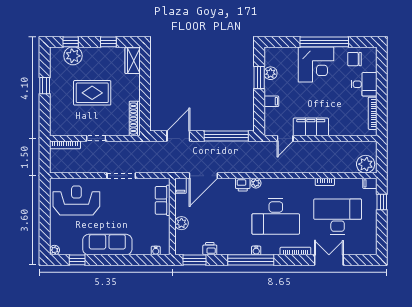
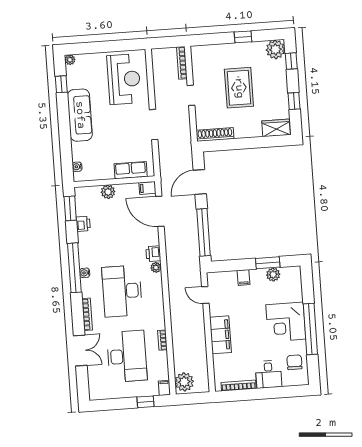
plant: (73, 56) -> (275, 49), moved
filing cabinet: (311, 127) -> (220, 335), moved
door: (178, 136) -> (200, 182), swing flipped

